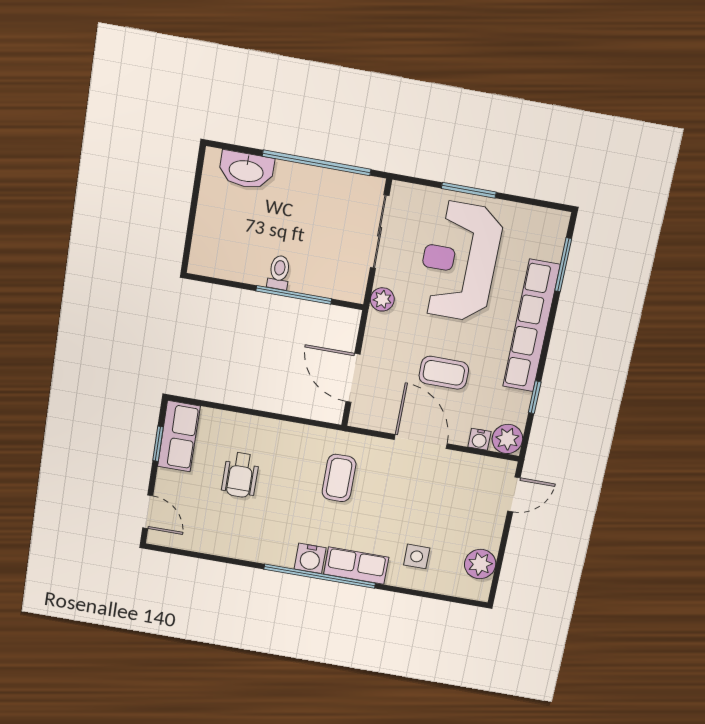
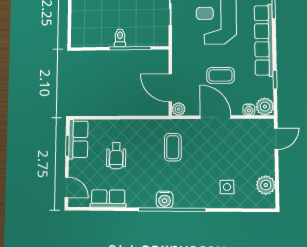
plant: (382, 299) -> (179, 109), moved
row of seats: (356, 566) -> (108, 199), moved

